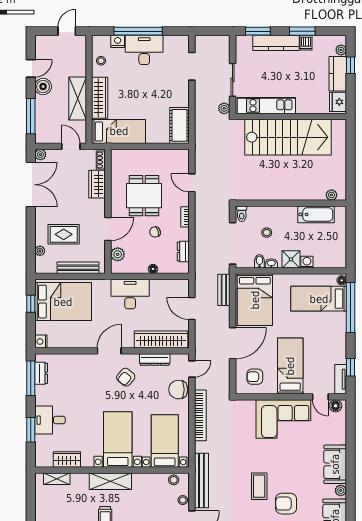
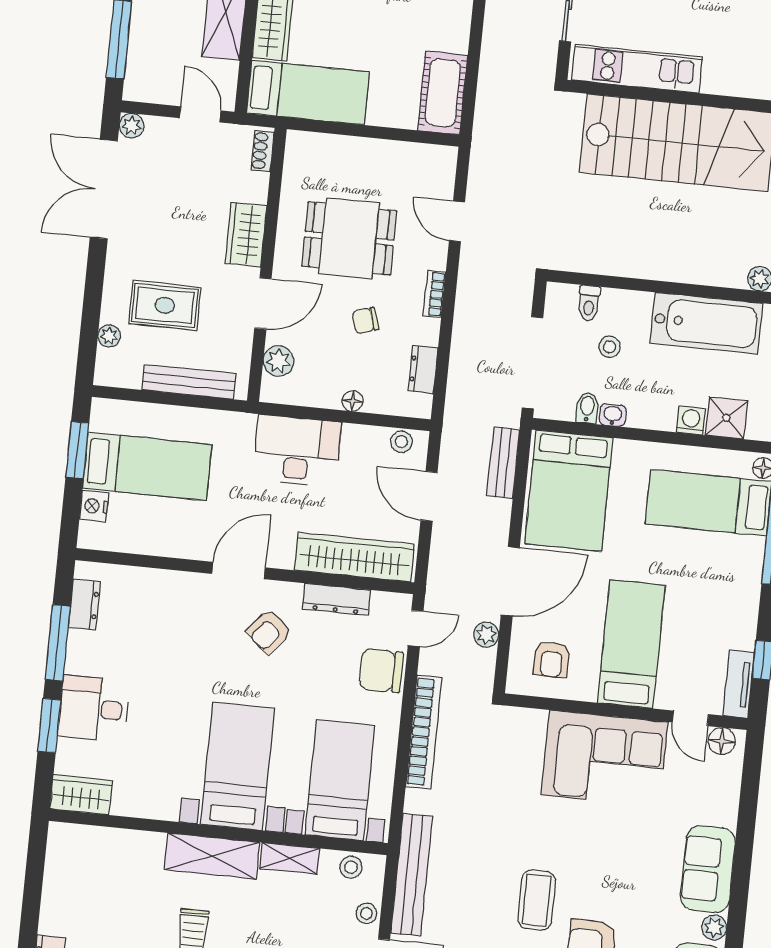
plant: (224, 108) -> (486, 635), moved
wardrobe: (97, 184) -> (246, 235), moved
double door: (31, 185) -> (104, 189), swing flipped
dining table: (144, 196) -> (349, 238), turned 90
toilet: (242, 214) -> (589, 303), moved
bathtub: (316, 214) -> (706, 323), width x1.36, depth x1.36
shower: (291, 259) -> (726, 418), moved
stool: (177, 285) -> (401, 442), added
bed: (63, 302) -> (147, 466), width x0.67
window: (31, 304) -> (77, 450), width x1.50
nightstand: (41, 342) -> (94, 506), moved
armchair: (255, 377) -> (552, 659), turned -90
window: (31, 378) -> (58, 643), moved
wardrobe: (67, 460) -> (81, 795), moved
shelving: (57, 479) -> (290, 858), moved

